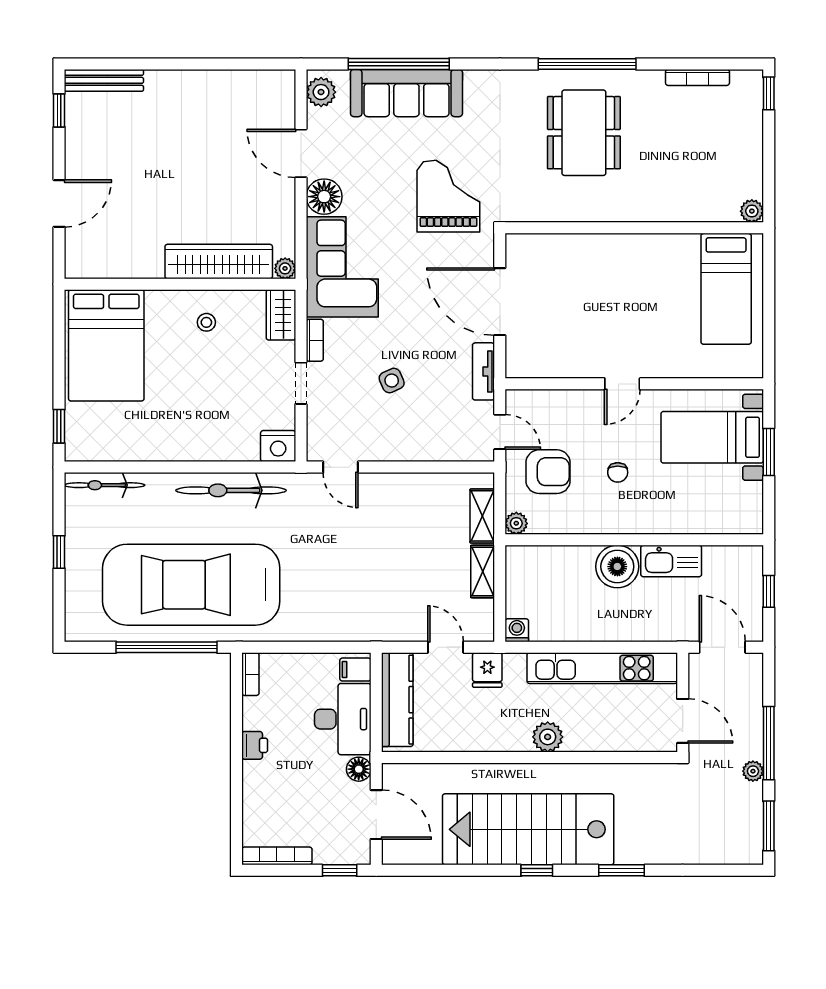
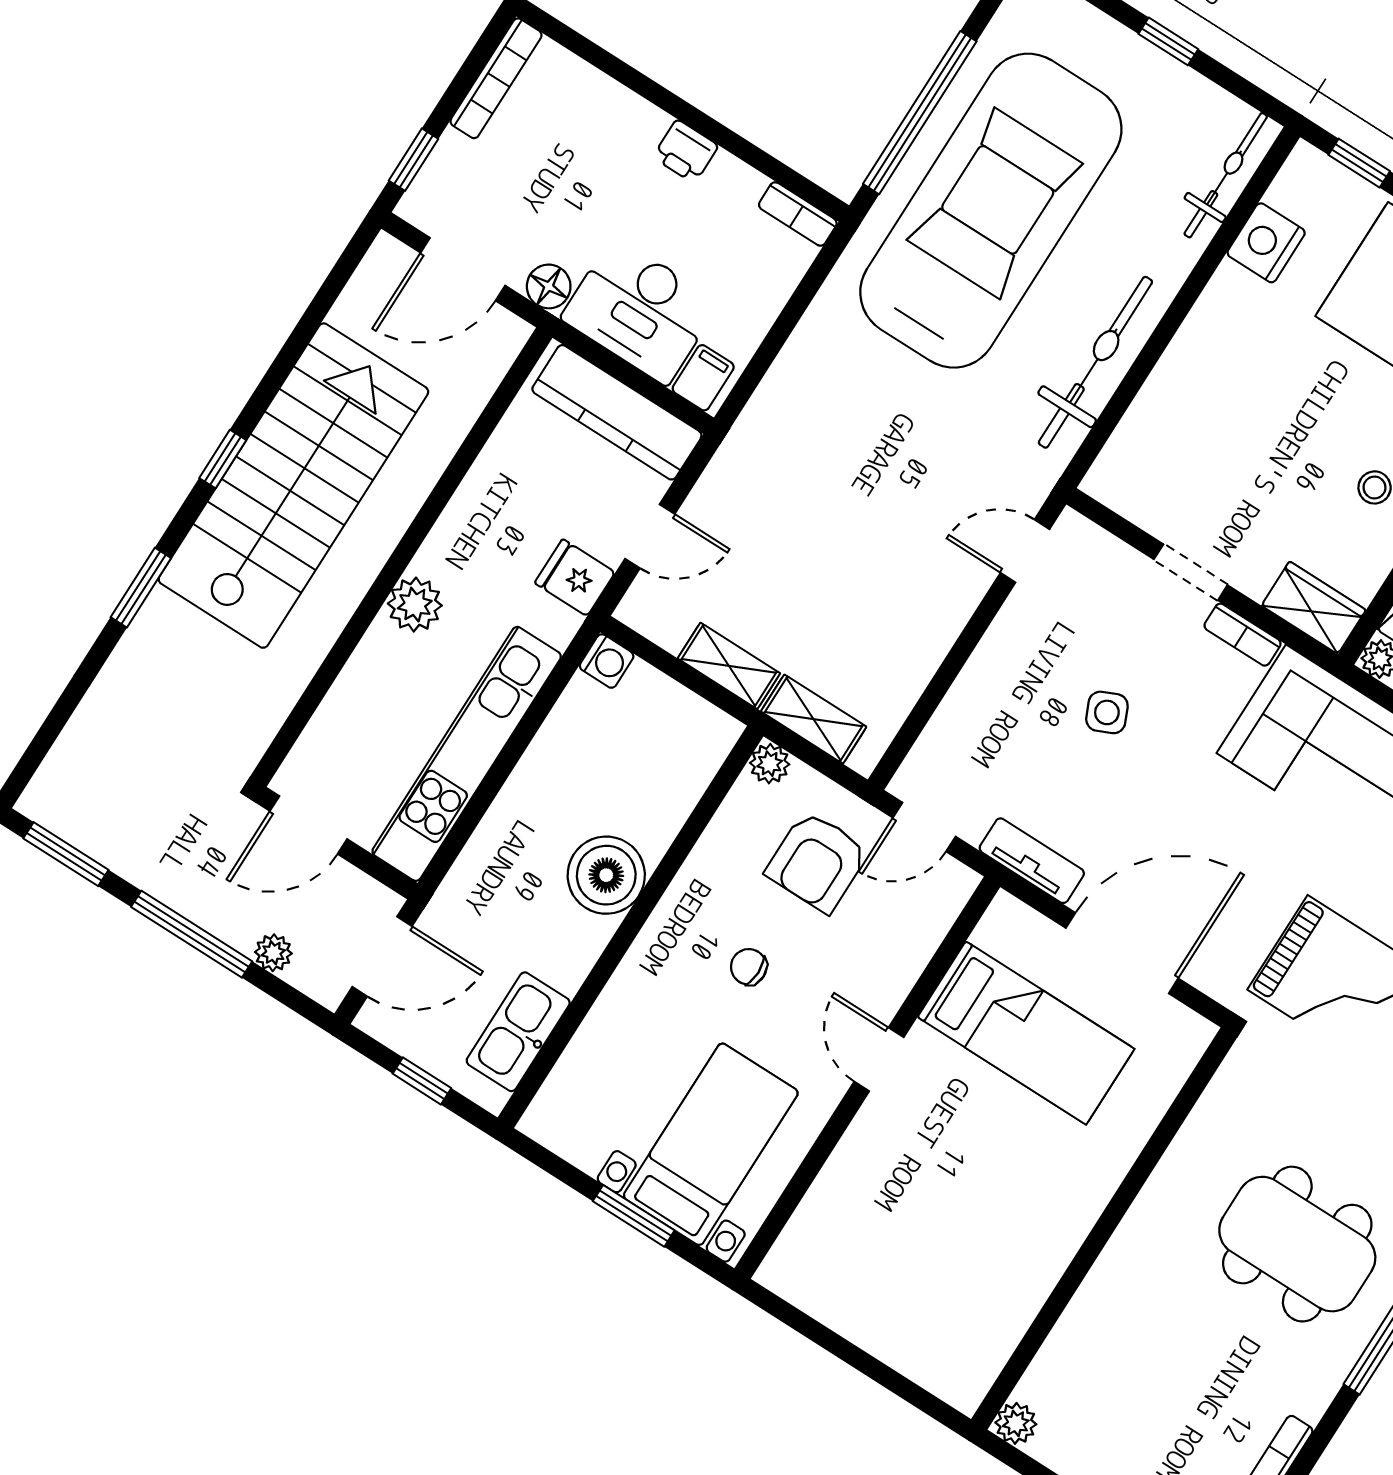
bed: (726, 289) -> (1026, 1033), moved, turned 180
nightstand: (278, 446) -> (1266, 243), moved
kitchen sink: (671, 561) -> (518, 1032), moved
plant: (753, 771) -> (273, 953), moved

